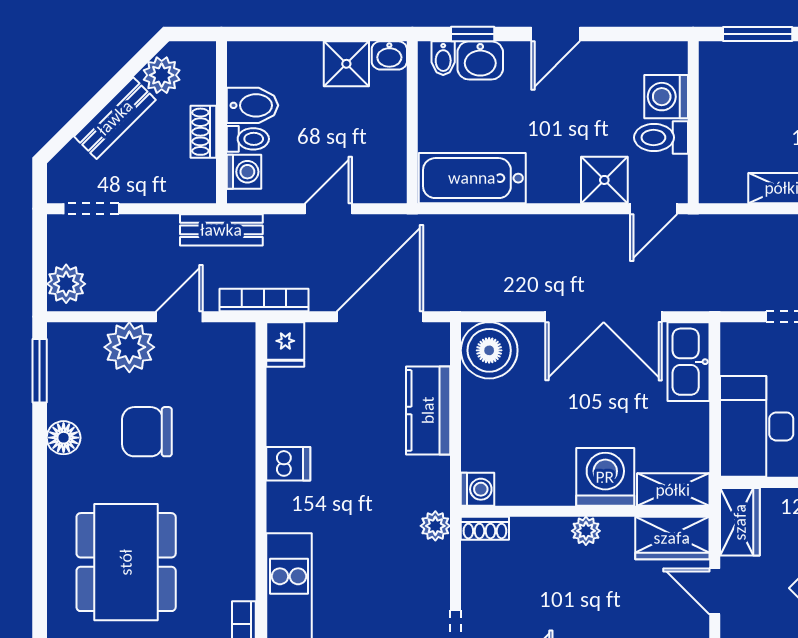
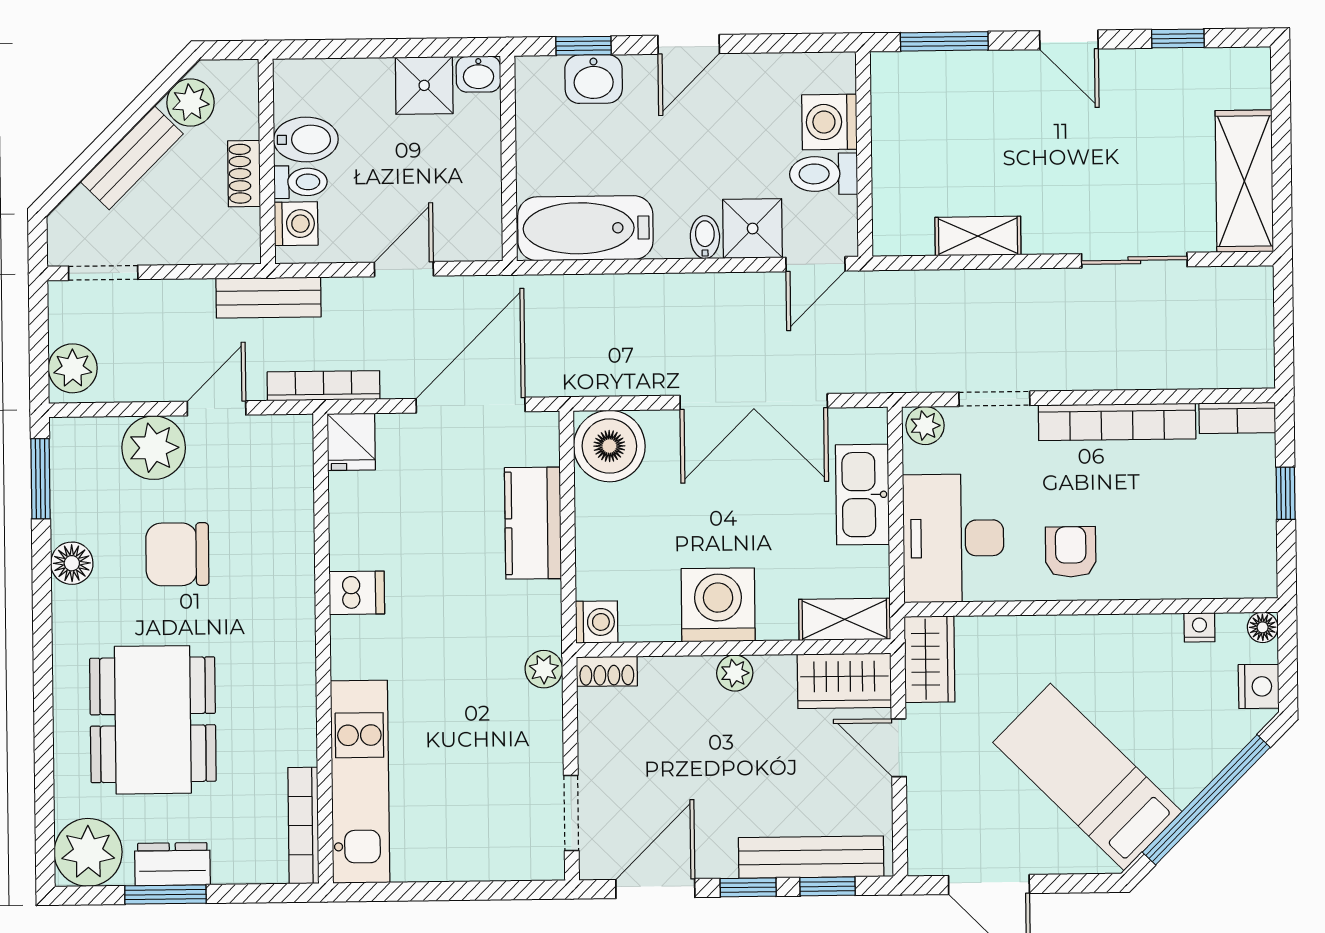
bidet: (443, 58) -> (705, 237), moved, turned 180
plant: (739, 337) -> (925, 426), added
kitchen sink: (689, 362) -> (862, 495), moved
washing machine: (605, 477) -> (718, 605), moved

